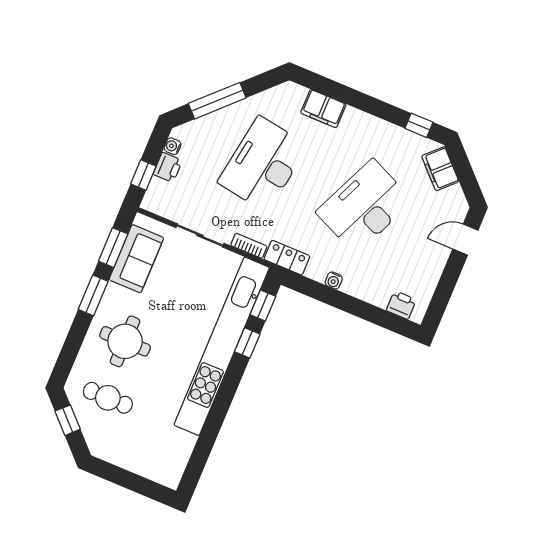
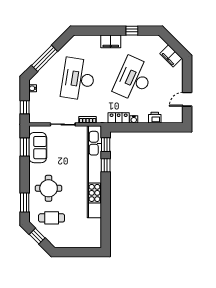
filing cabinet: (323, 109) -> (111, 41), moved
window: (419, 125) -> (132, 31), moved
printer: (168, 167) -> (35, 99), removed
filing cabinet: (440, 169) -> (171, 56), moved
door: (465, 240) -> (187, 99), moved
locker: (287, 258) -> (119, 118), moved
window: (93, 295) -> (25, 203), moved
printer: (401, 305) -> (155, 118), moved

